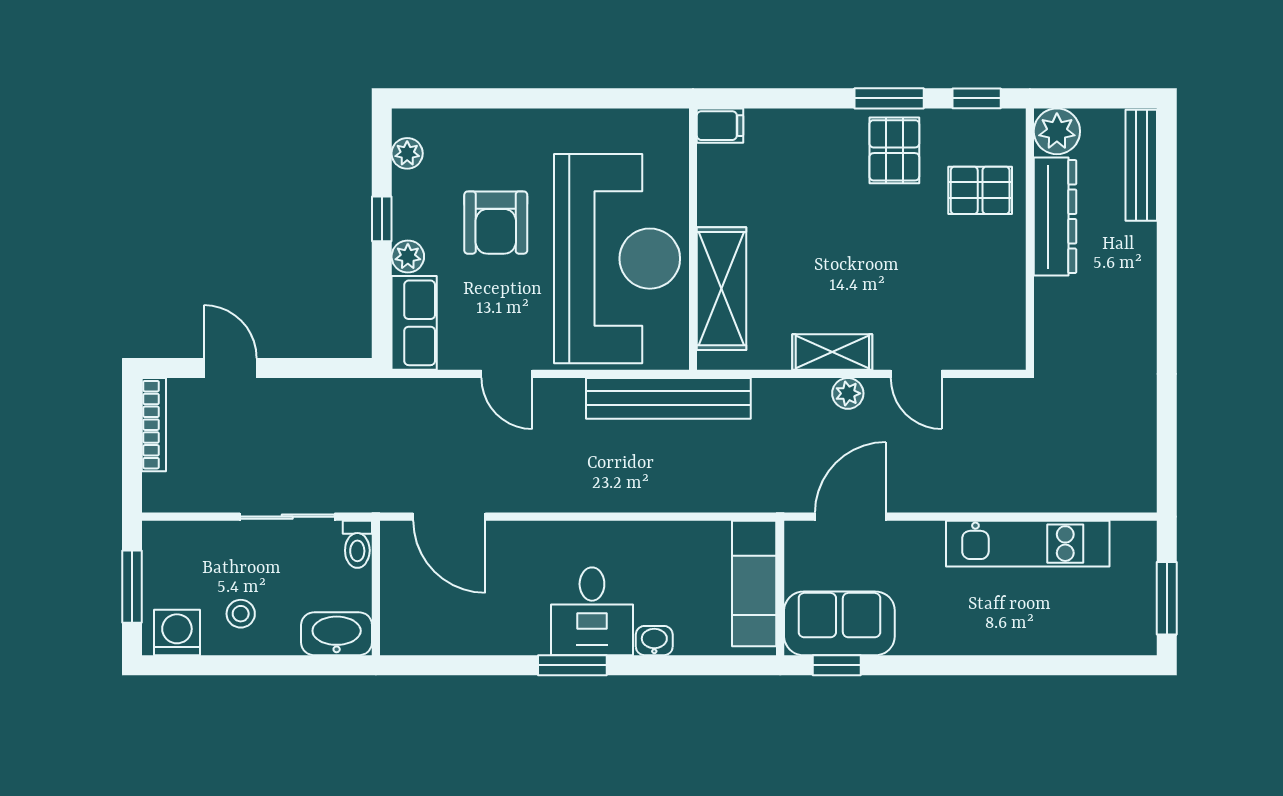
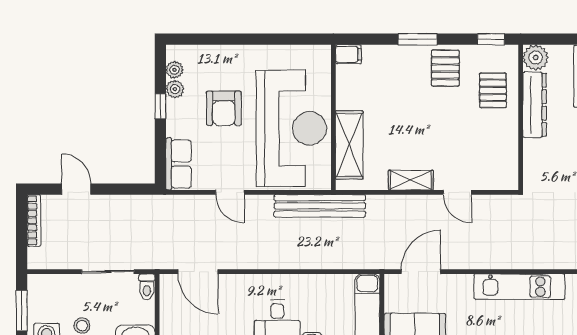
window: (889, 98) -> (417, 39), moved
pallet: (980, 190) -> (493, 90), turned 90
plant: (408, 257) -> (175, 89), moved
plant: (848, 393) -> (419, 203), removed

